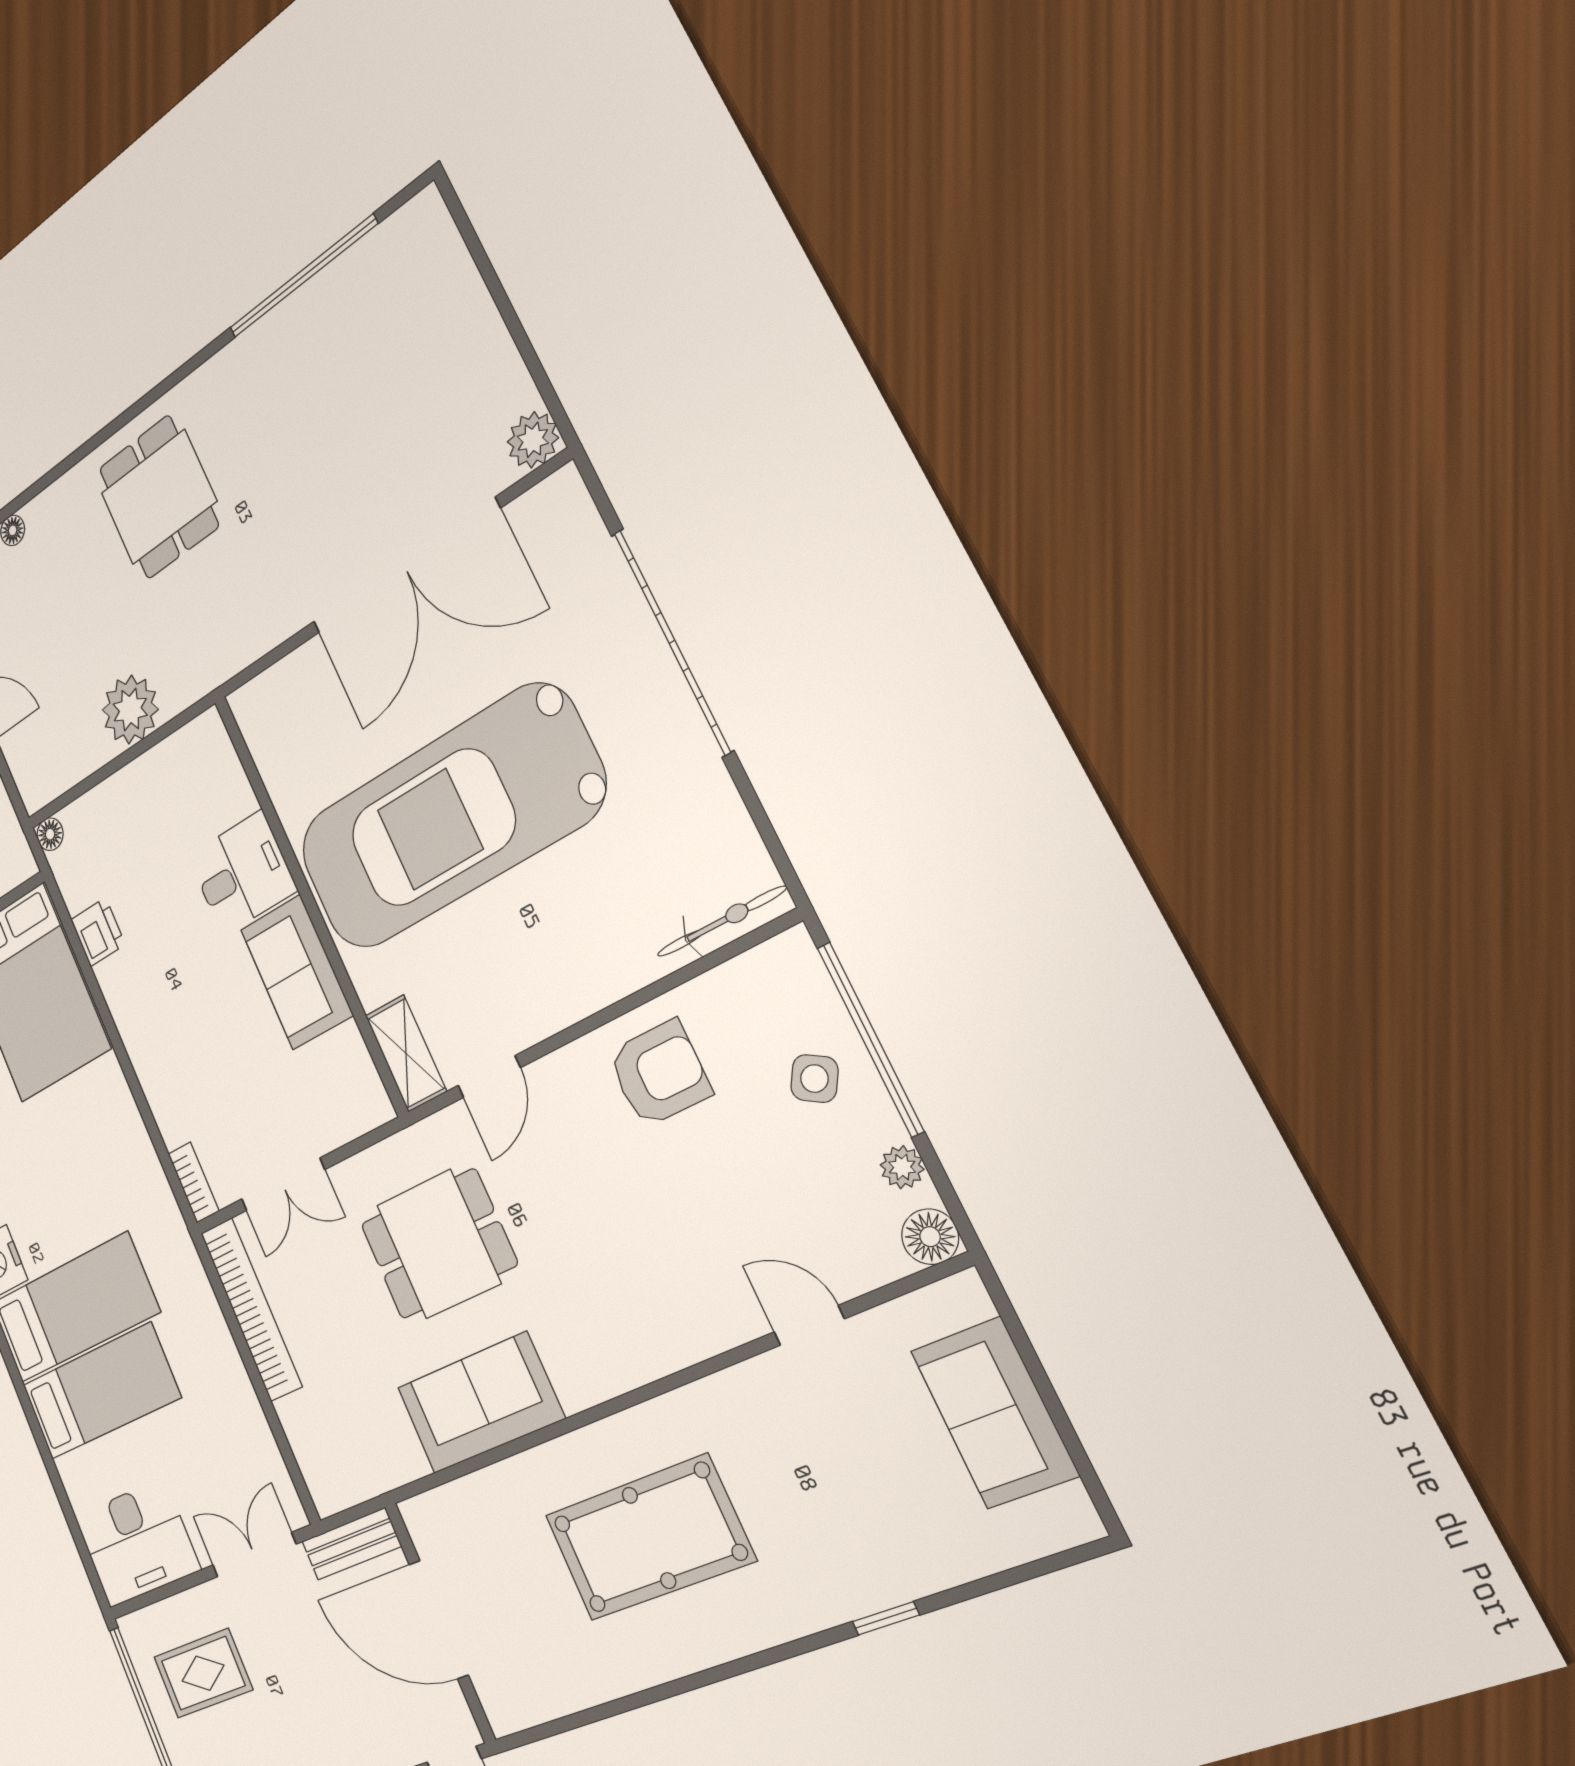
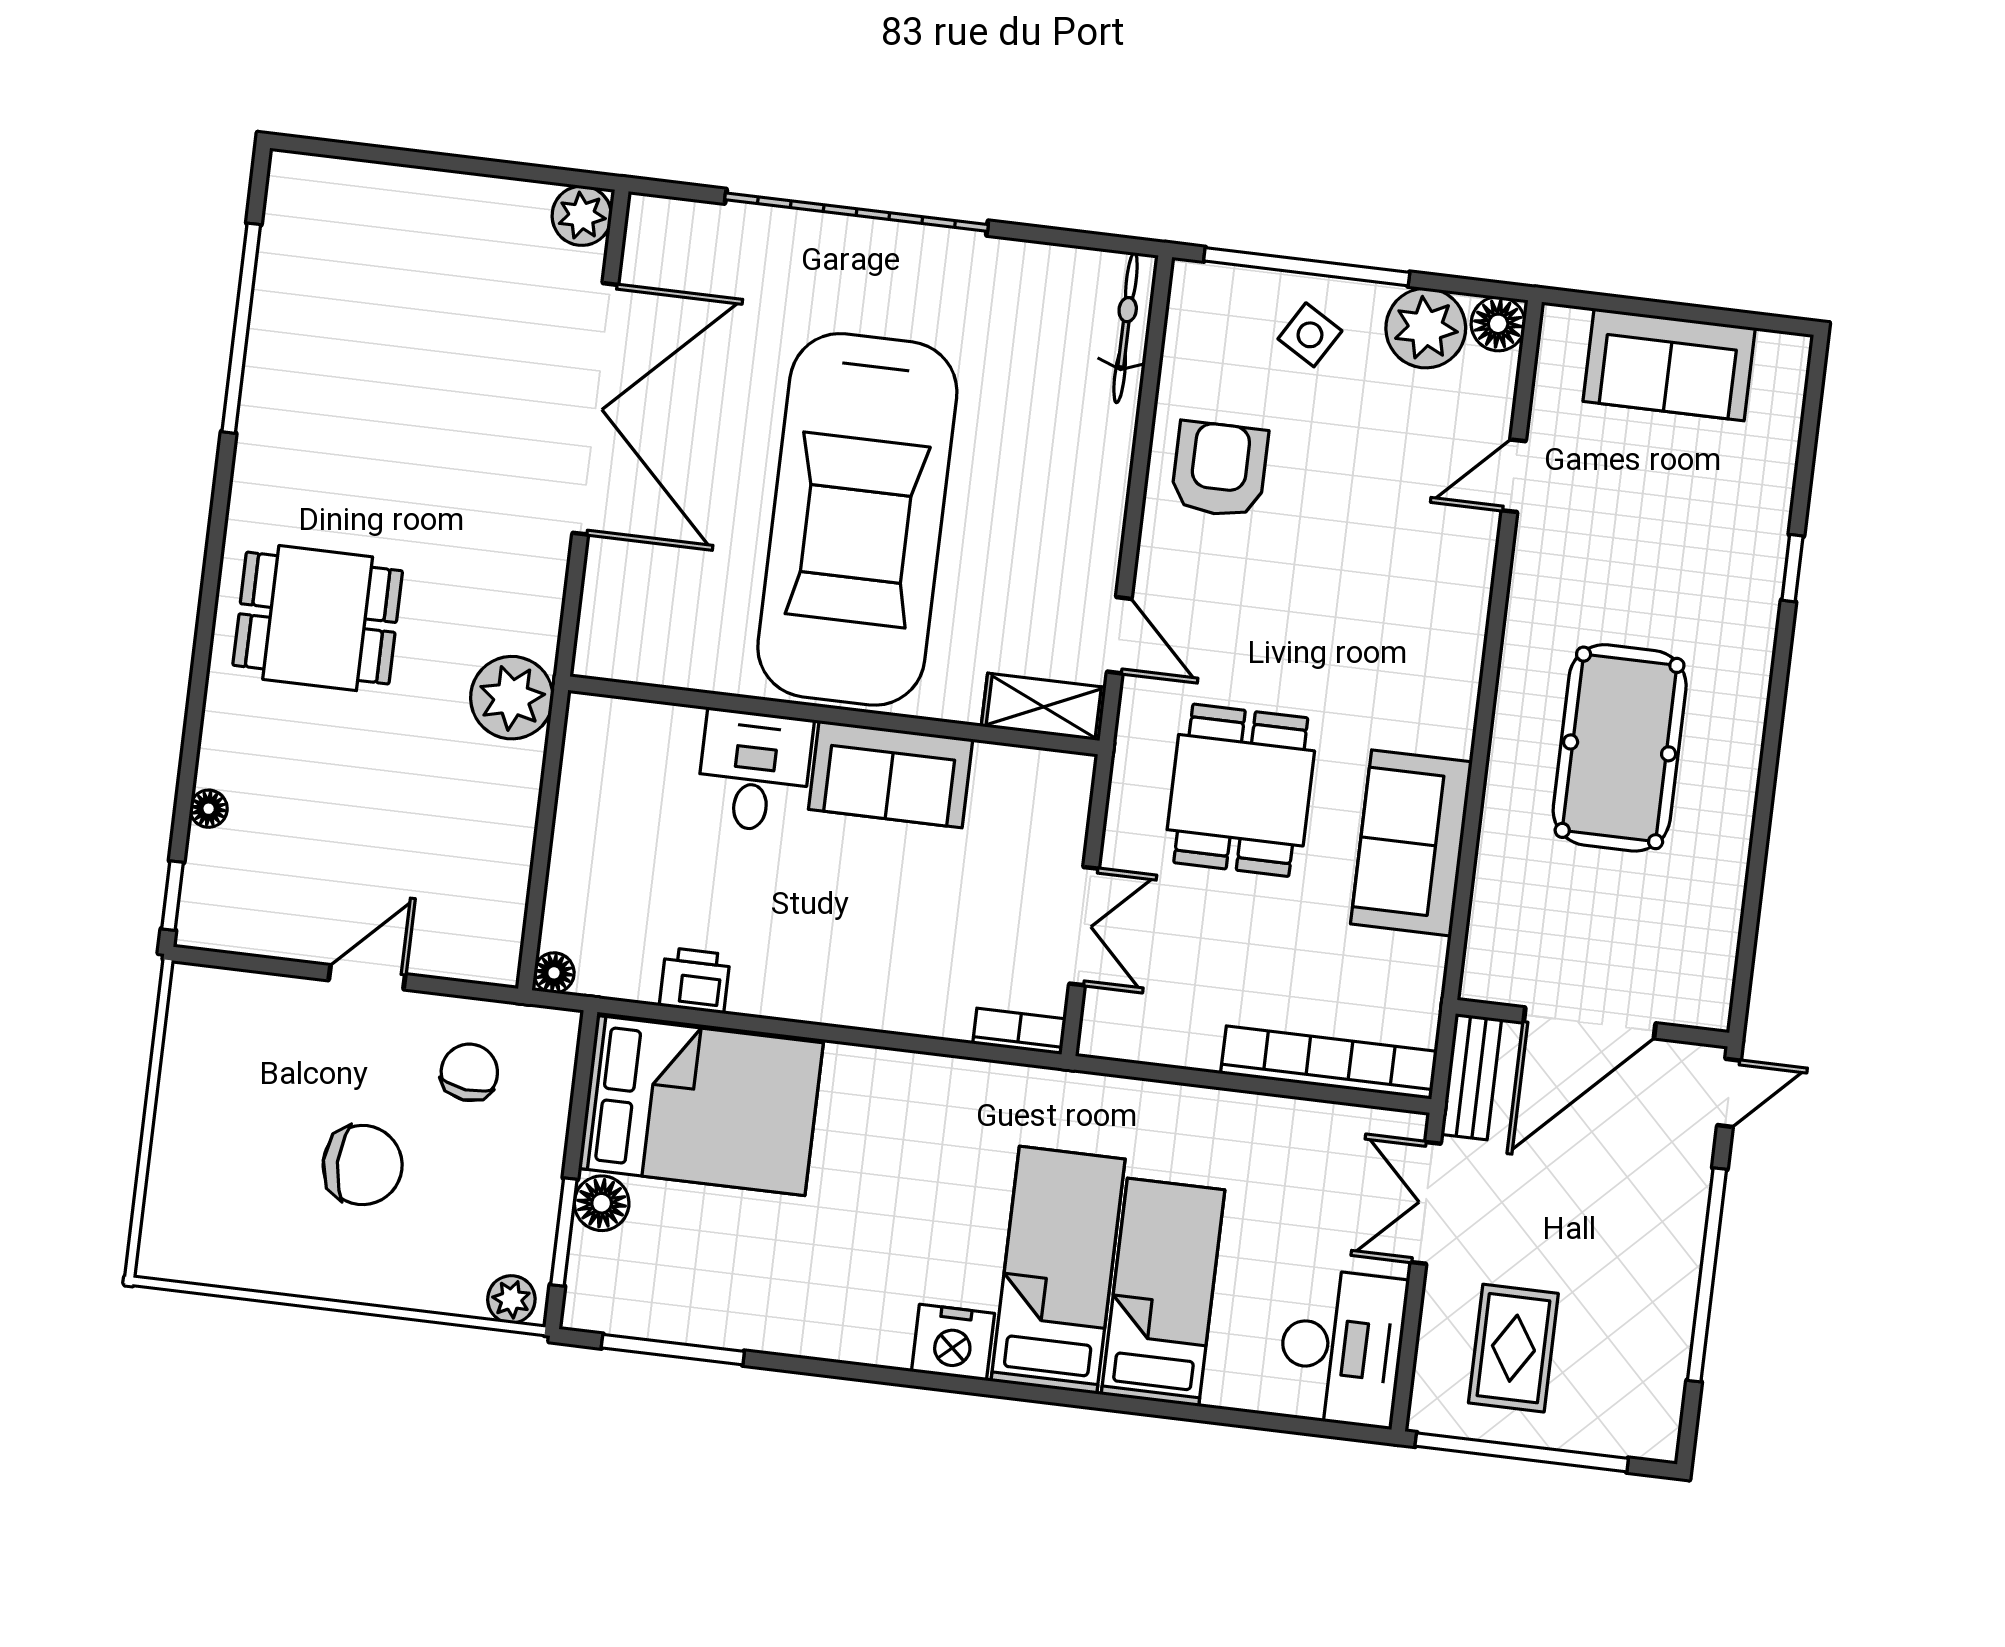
plant: (130, 710) -> (512, 698), moved
plant: (902, 1167) -> (1426, 328), width x1.88, depth x1.88
bookcase: (251, 1309) -> (1329, 1062), moved

